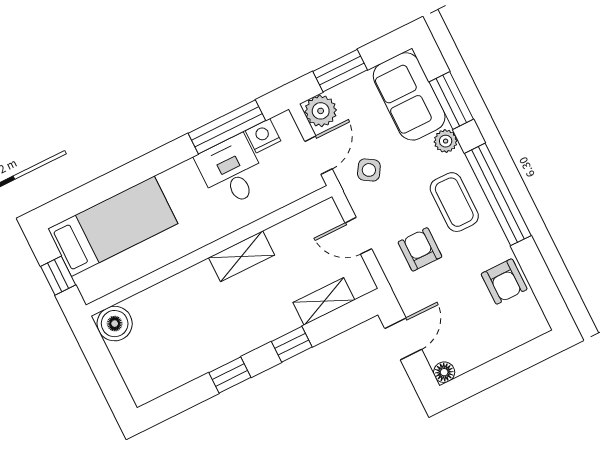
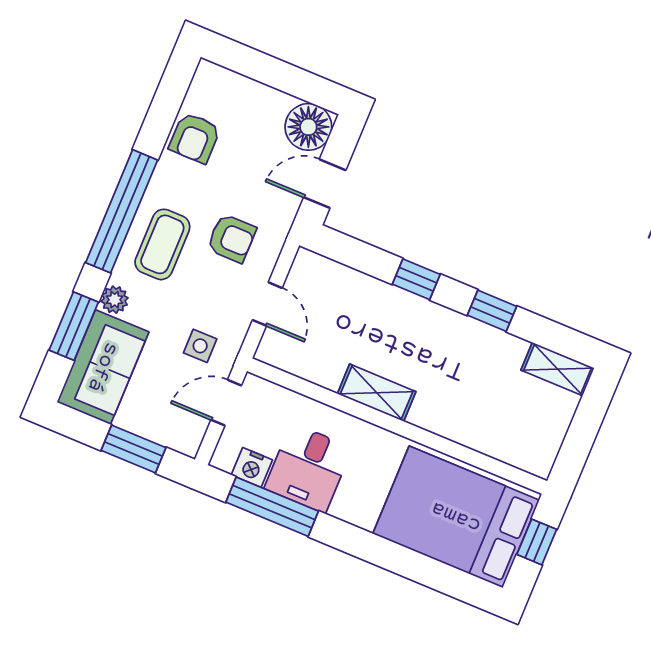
plant: (321, 111) -> (185, 435), removed
side table: (369, 170) -> (200, 346), turned -32
bed: (113, 226) -> (456, 517), width x1.50
armchair: (420, 249) -> (231, 238), turned -90
armchair: (504, 282) -> (195, 138), turned 180
shelving: (324, 301) -> (558, 369), moved
boiler: (115, 324) -> (536, 454), removed
floor lamp: (444, 372) -> (308, 127), width x1.89, depth x1.89

